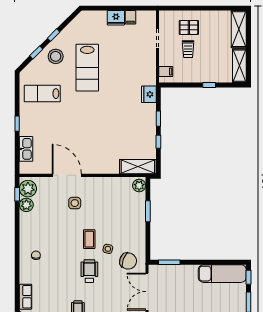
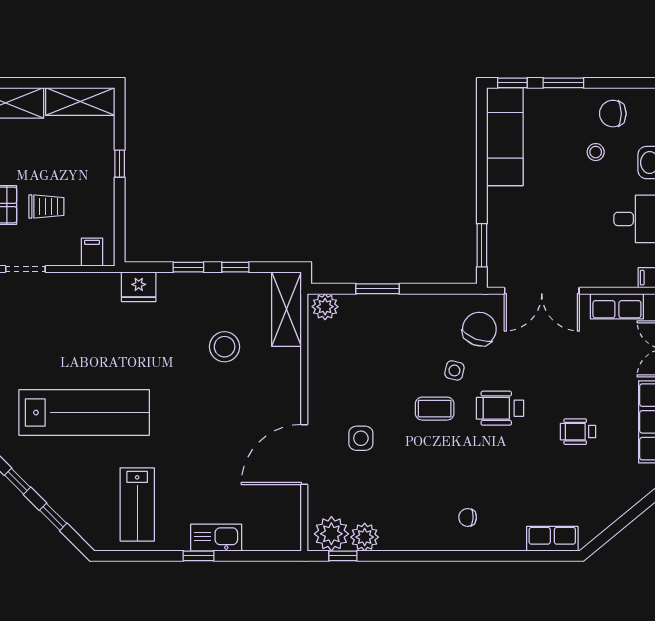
stool: (56, 56) -> (225, 347), moved
lab bench: (87, 68) -> (84, 413), width x1.36
kitchen sink: (26, 149) -> (216, 538), moved

